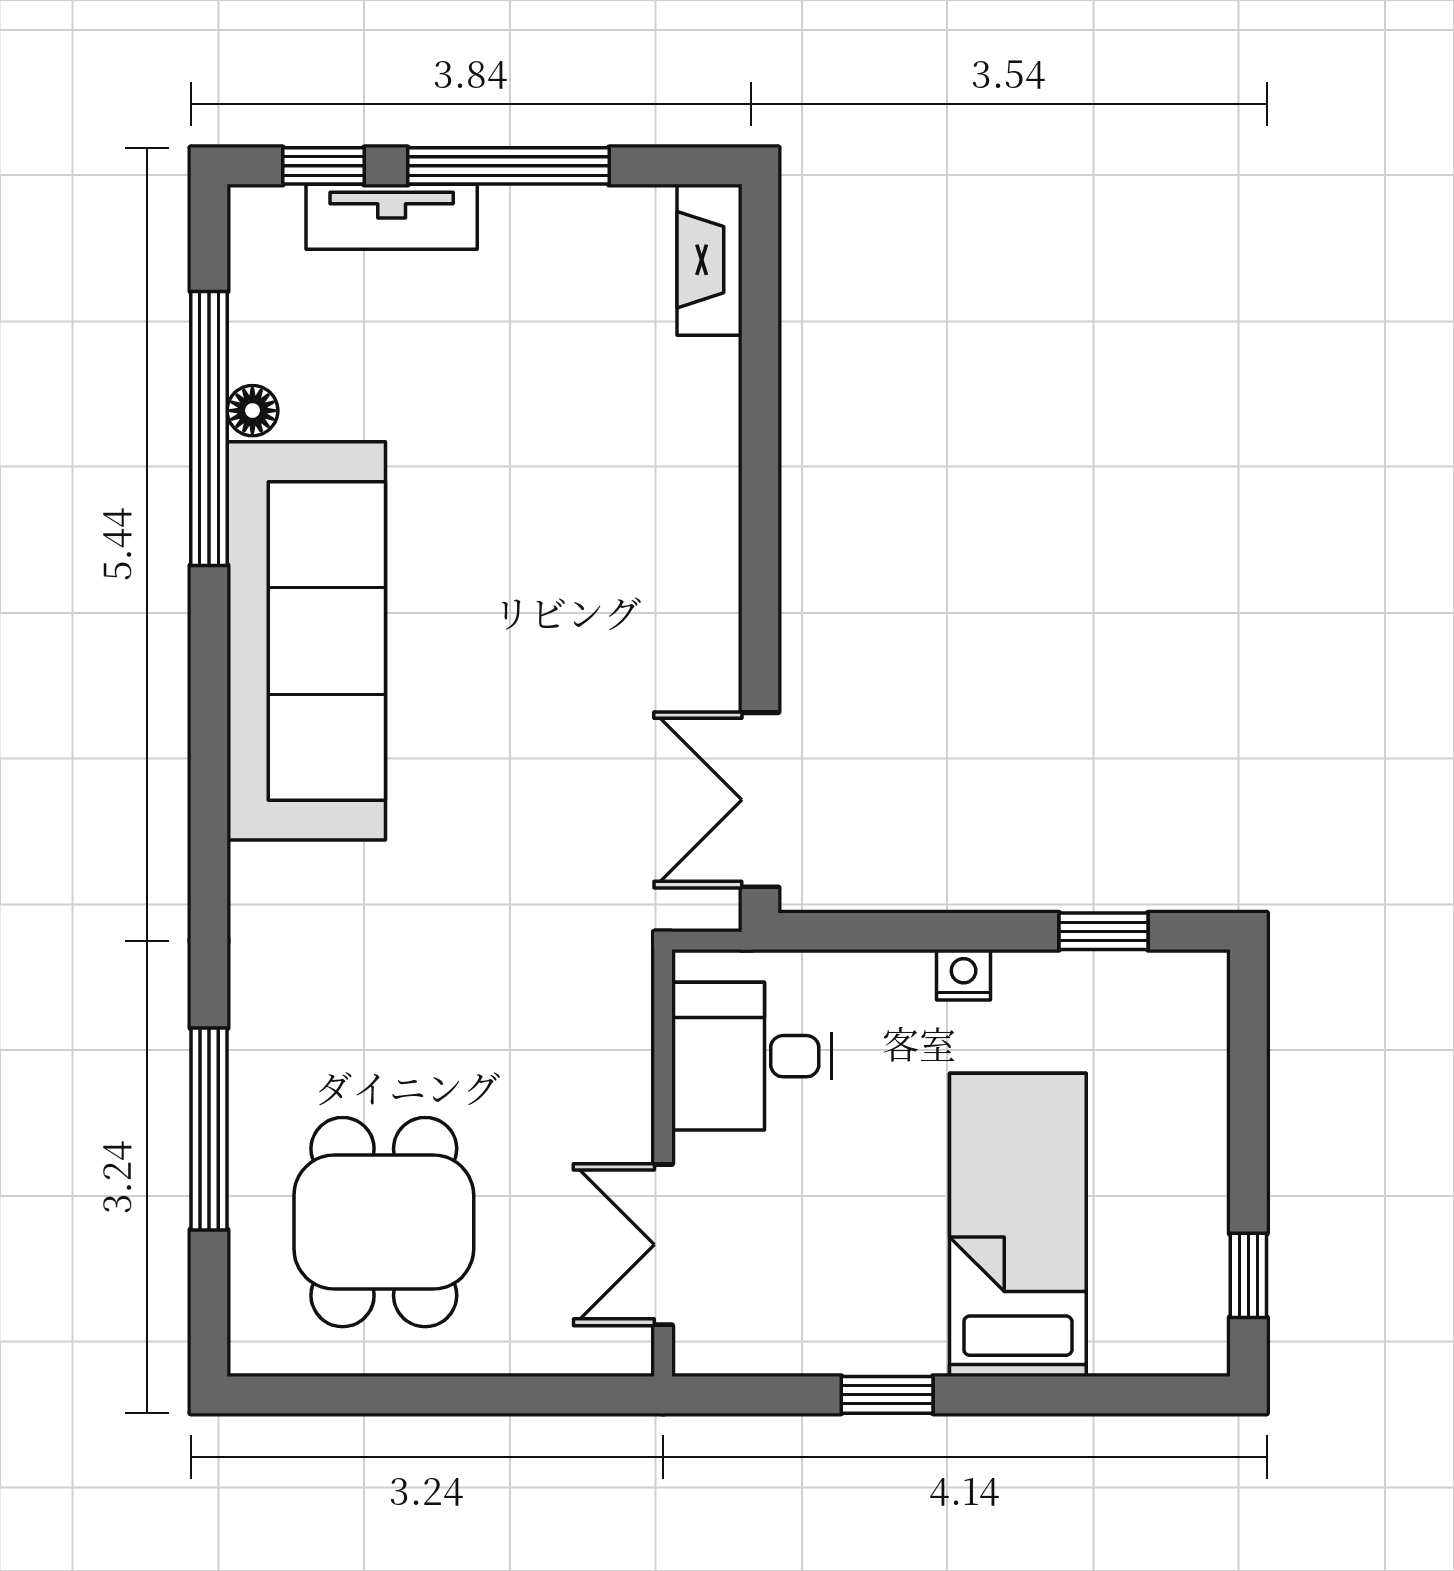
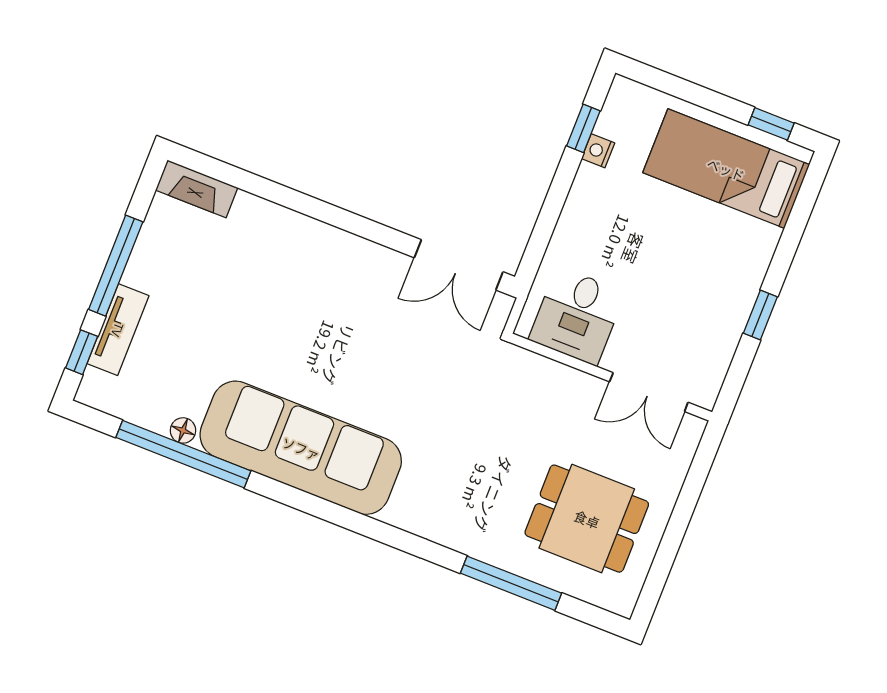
nightstand: (964, 975) -> (598, 151), moved
bed: (1018, 1225) -> (726, 169), moved

